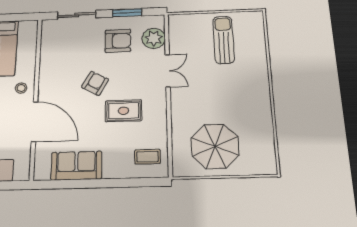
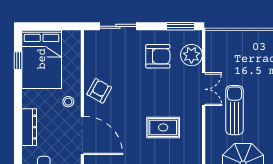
window: (127, 13) -> (181, 26), moved
sun lounger: (224, 40) -> (235, 110), moved
armchair: (95, 83) -> (99, 91), moved

